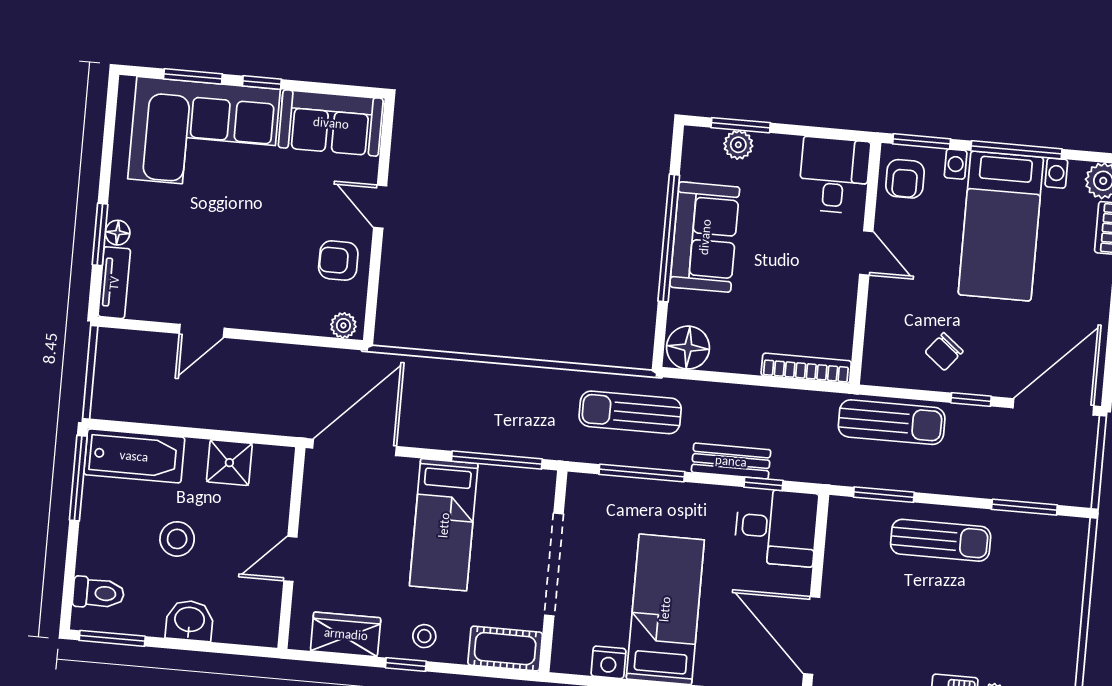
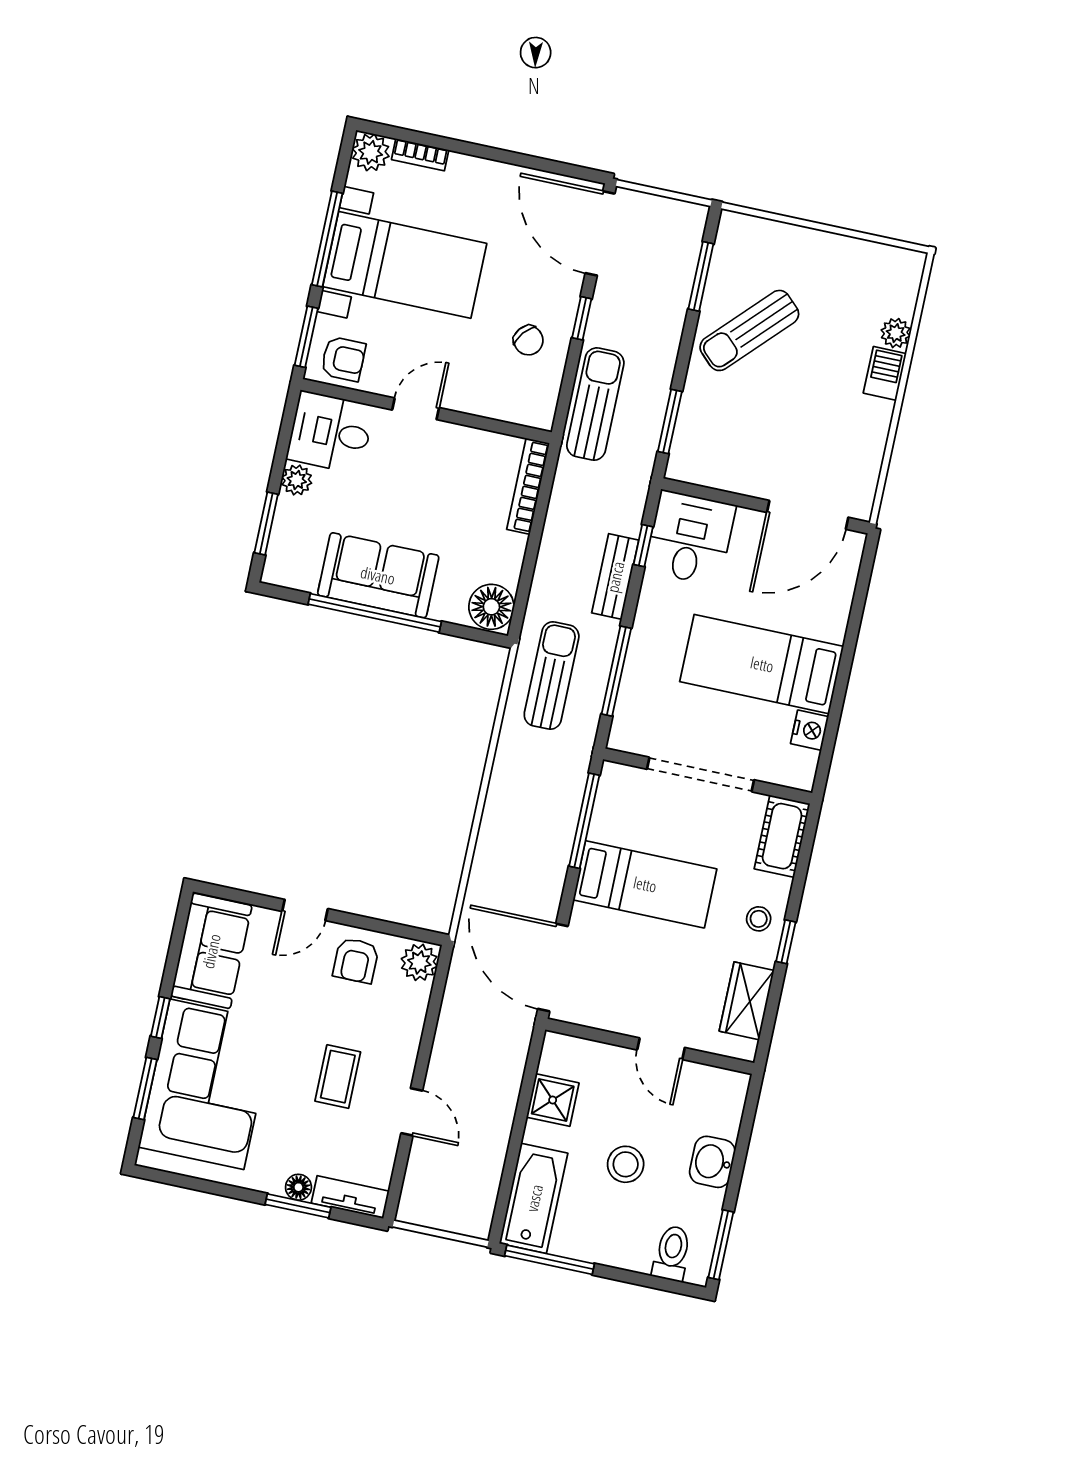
plant: (738, 145) -> (297, 480), moved
coffee table: (227, 257) -> (338, 1077), added
plant: (343, 325) -> (419, 962), width x1.38, depth x1.38
sun lounger: (630, 412) -> (552, 676), turned 180
sun lounger: (941, 540) -> (749, 330), moved, turned -136

